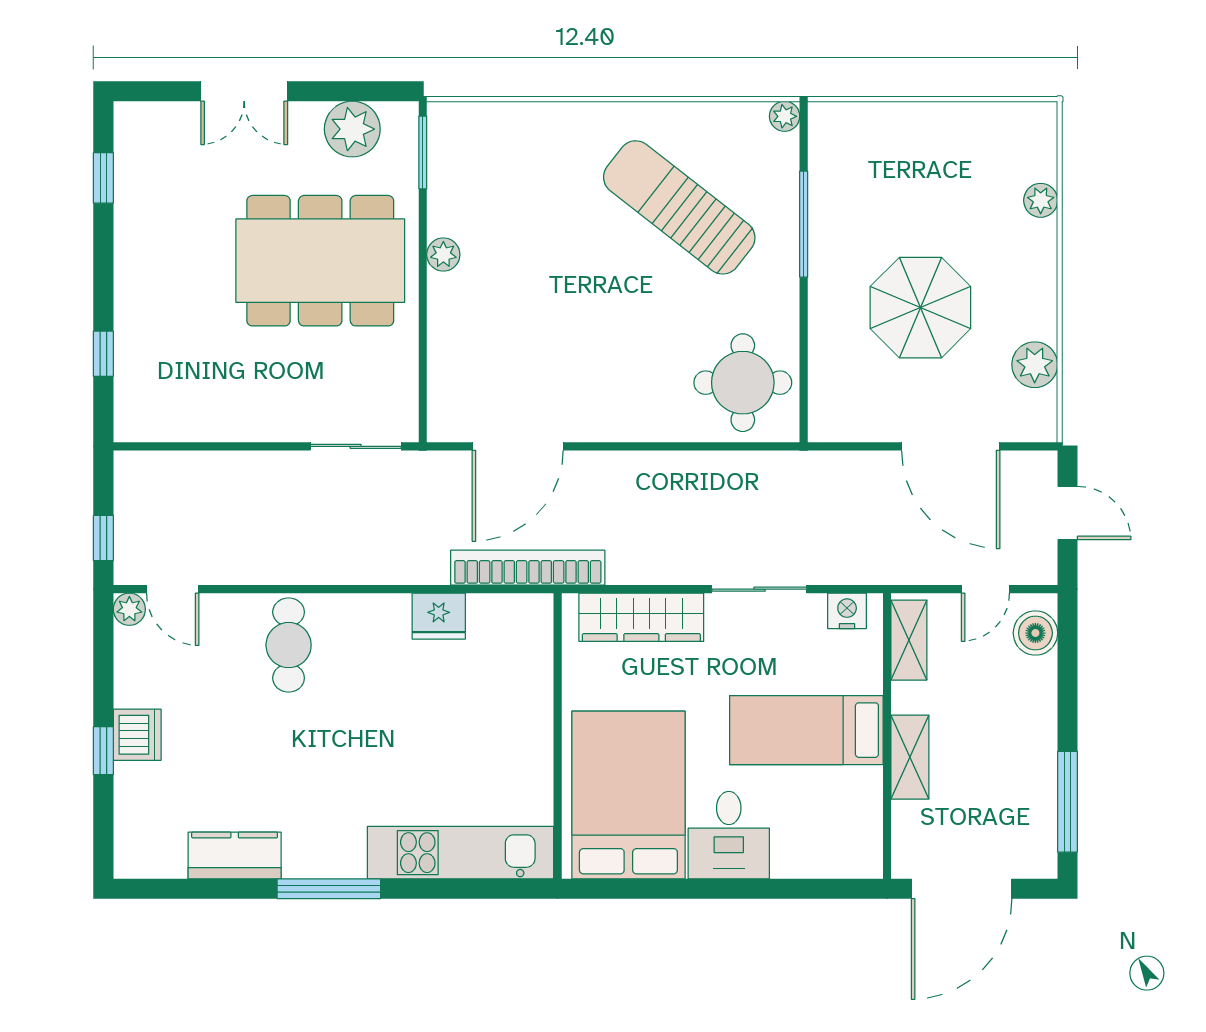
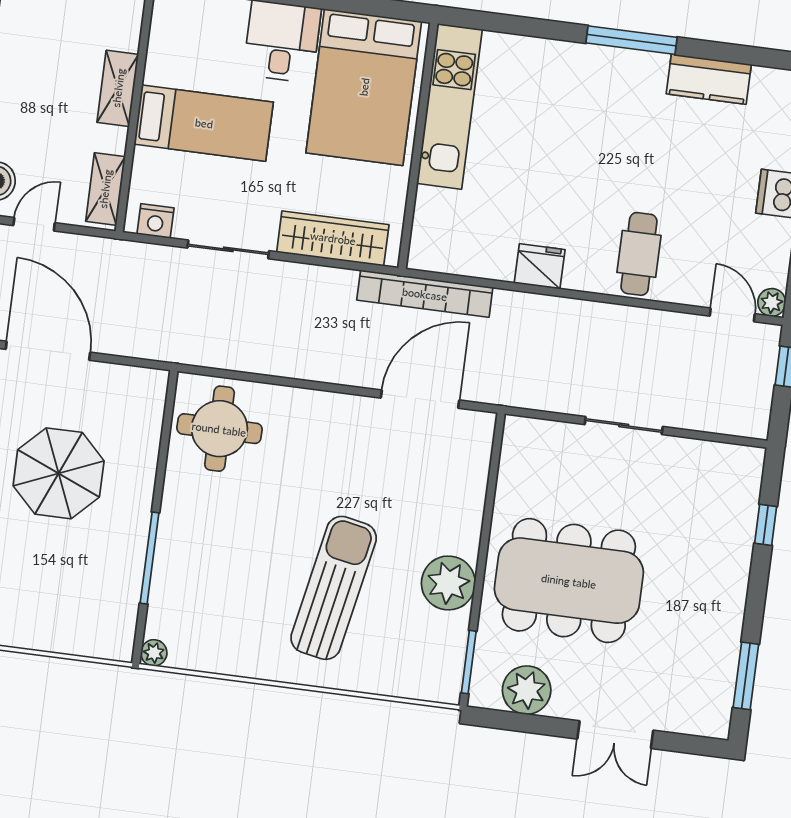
double door: (244, 91) -> (615, 735), swing flipped
window: (103, 178) -> (746, 676), width x1.50
sun lounger: (679, 207) -> (334, 588), moved, turned -117
plant: (443, 255) -> (448, 583), width x1.88, depth x1.88
sliding door: (356, 446) -> (624, 426), moved
fridge: (439, 616) -> (540, 266), moved
kitchen unit: (461, 853) -> (449, 106), moved, turned -90

